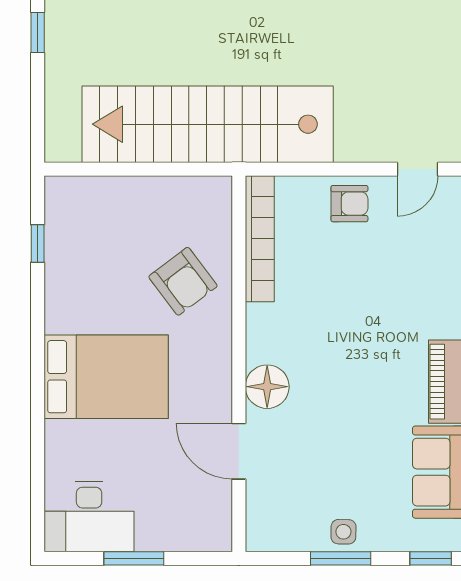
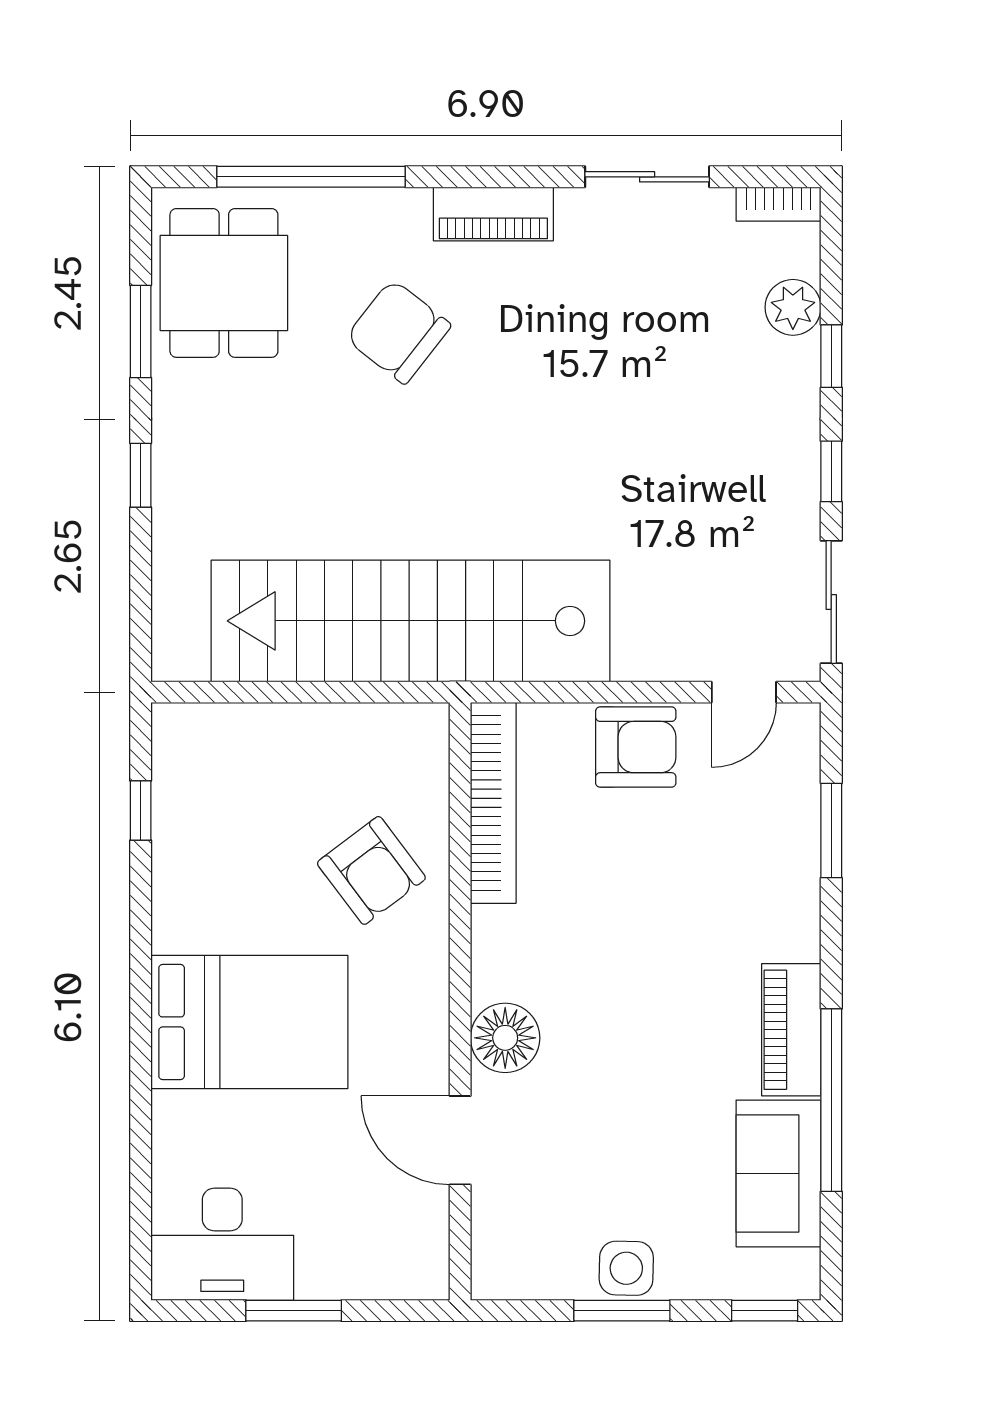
armchair: (349, 204) -> (636, 747), width x1.38, depth x1.38
side table: (343, 532) -> (626, 1268), width x1.37, depth x1.37

